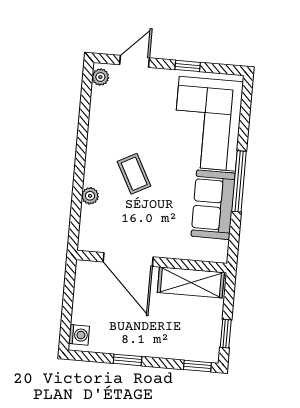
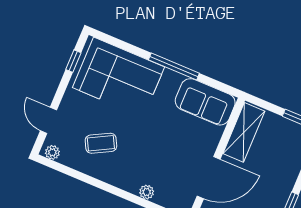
window: (188, 66) -> (73, 61), moved
coffee table: (134, 174) -> (101, 143), moved
sofa: (213, 205) -> (205, 102), moved

